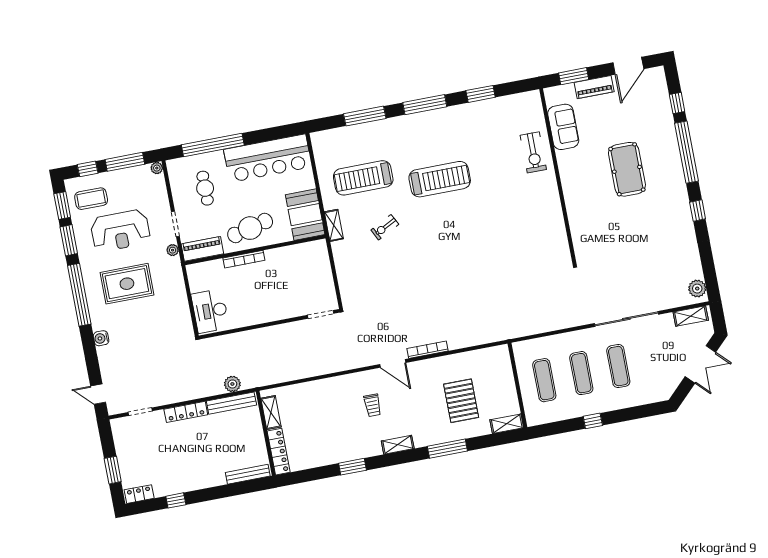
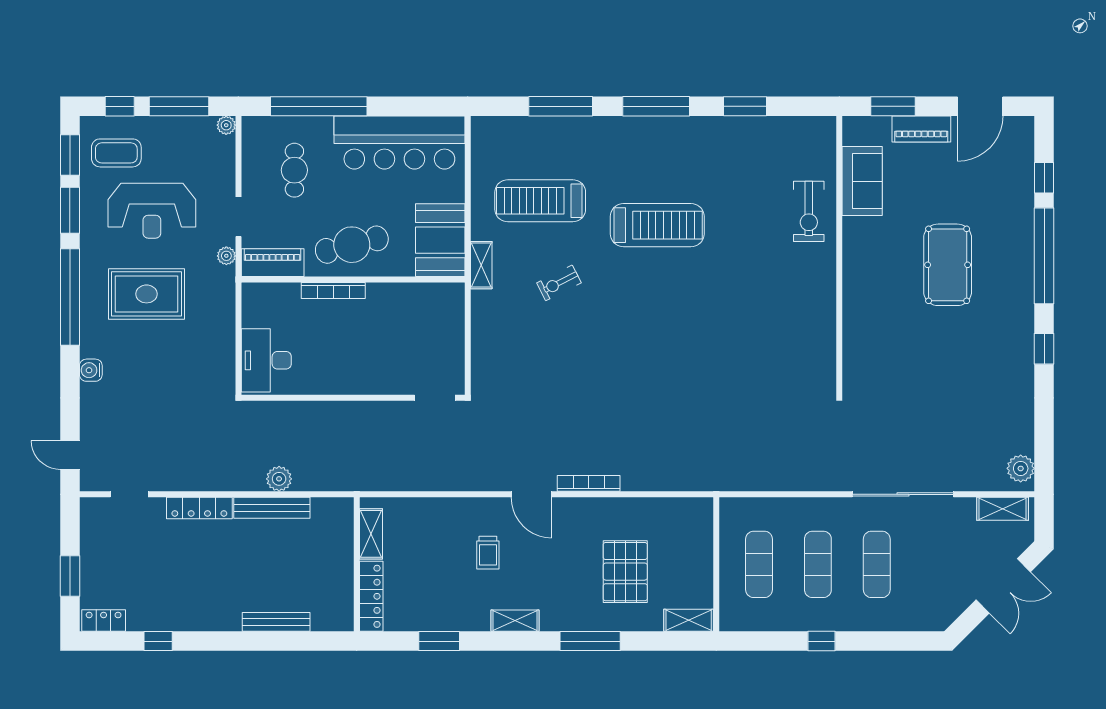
shelving: (271, 413) -> (371, 534), moved
wall: (266, 433) -> (357, 564), moved
locker: (279, 452) -> (371, 596), moved

